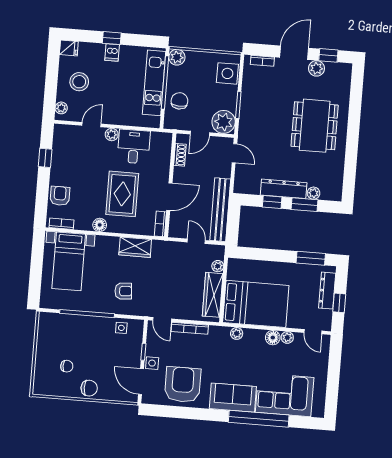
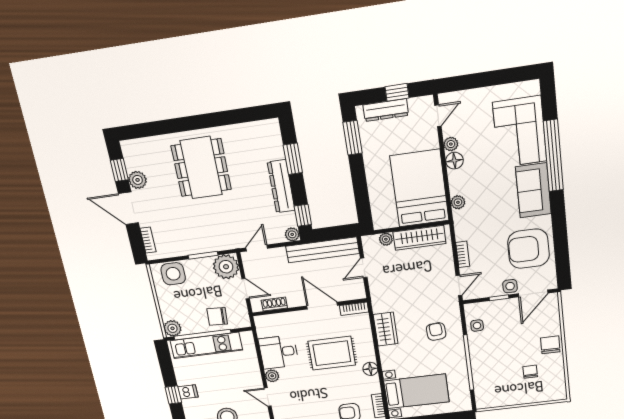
dining table: (315, 126) -> (201, 168), turned 90
plant: (313, 193) -> (292, 234), moved
window: (272, 202) -> (303, 215), moved
bookcase: (190, 328) -> (463, 254), width x0.64

